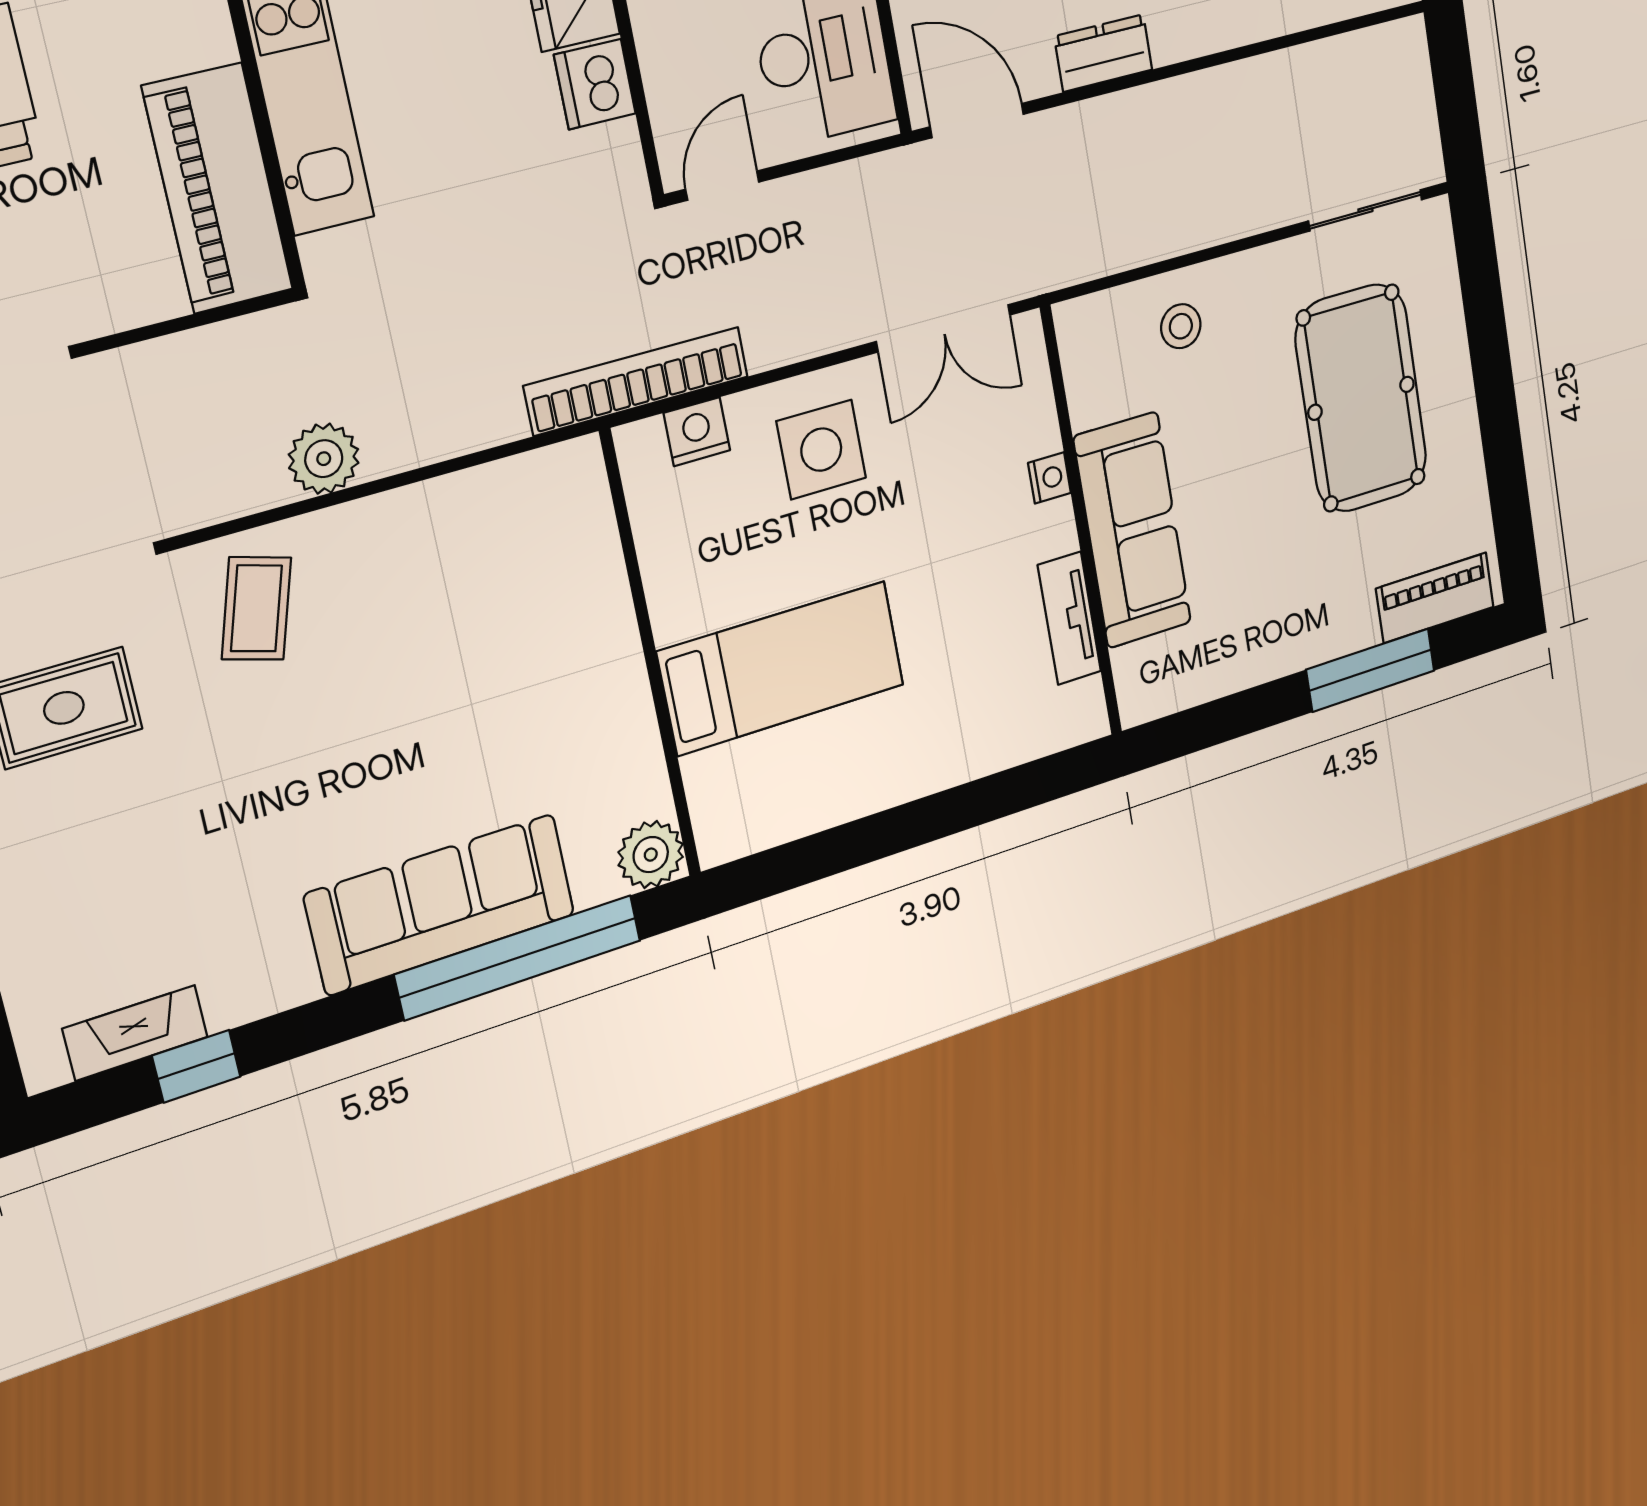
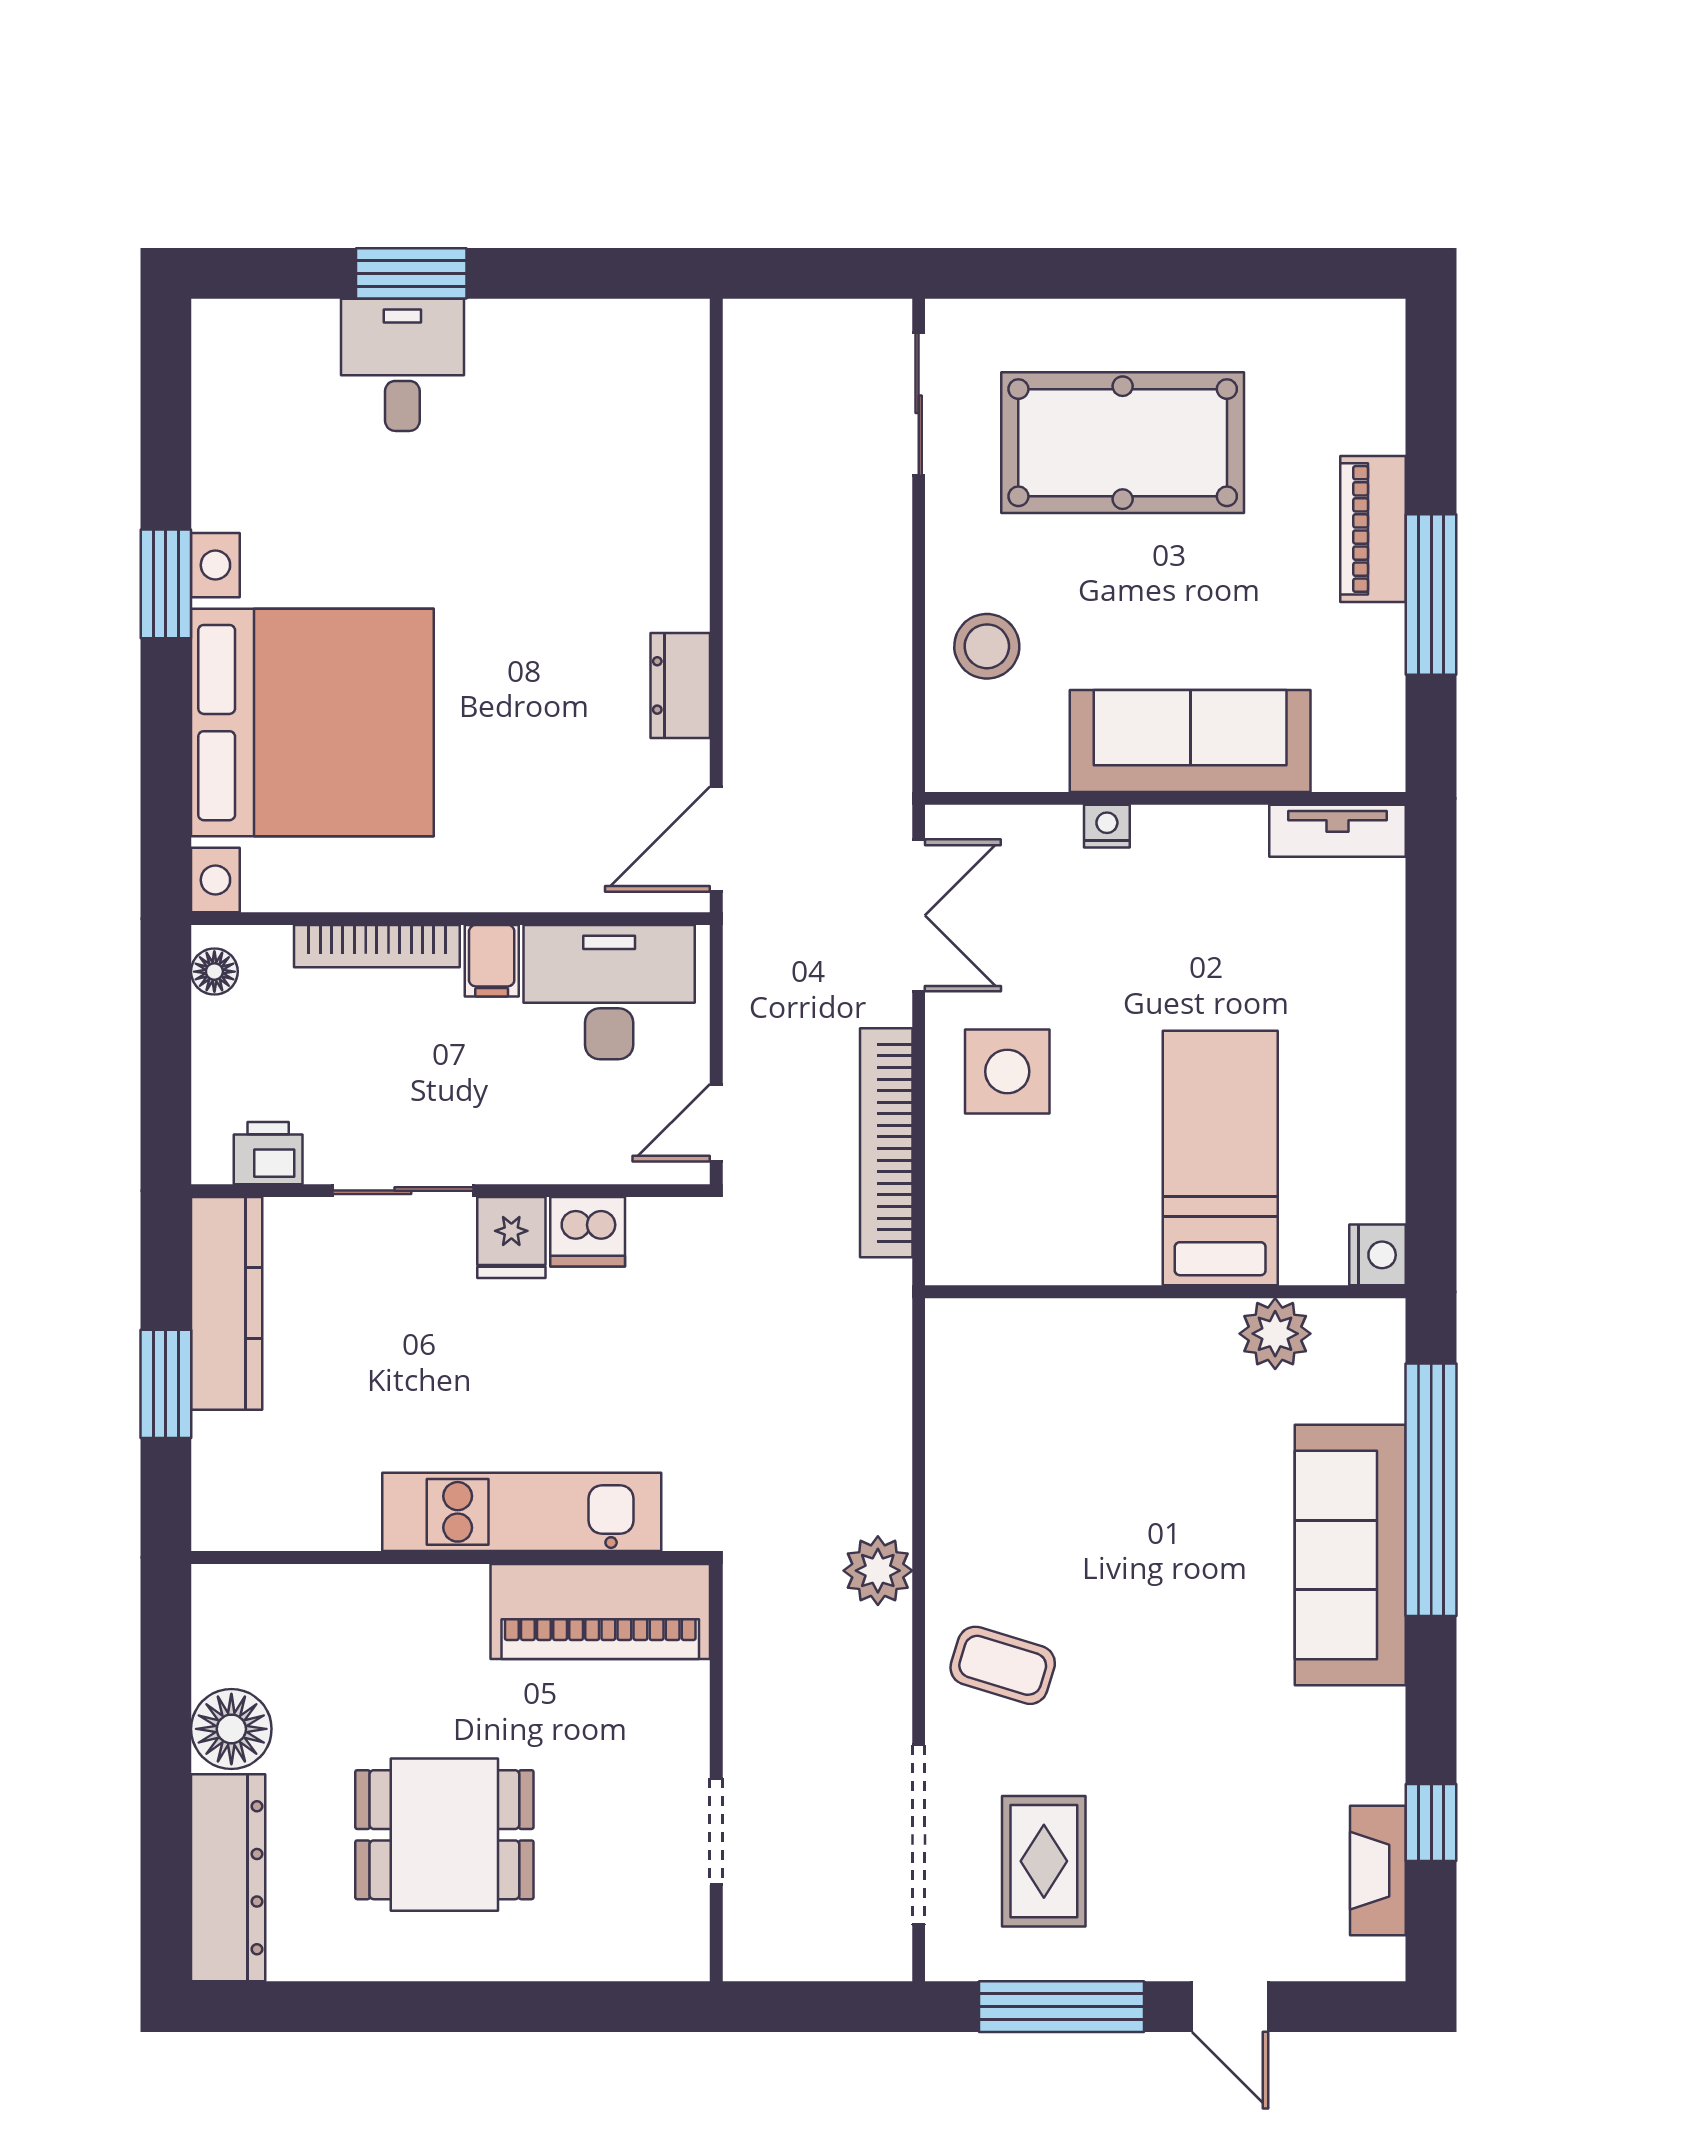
door: (722, 186) -> (716, 1123), hinge flipped
stool: (1181, 326) -> (987, 646), width x1.37, depth x1.37
bookcase: (637, 381) -> (886, 1143), moved
nightstand: (697, 432) -> (1378, 1255), moved, turned 180
piano: (1435, 598) -> (1373, 529), moved
tv unit: (1069, 618) -> (1338, 831), moved
window: (1371, 670) -> (1431, 595), moved
plant: (651, 855) -> (1275, 1334), moved

